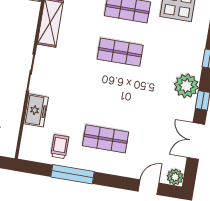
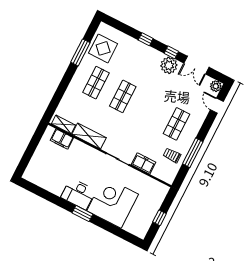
plant: (186, 86) -> (169, 65), moved

